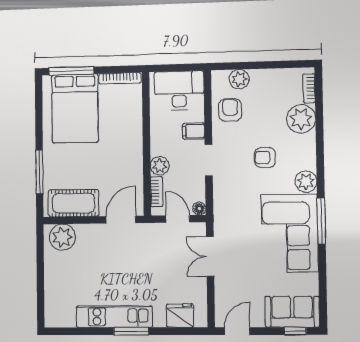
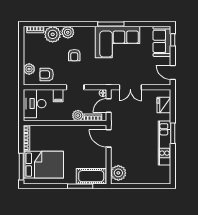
plant: (306, 182) -> (68, 32), moved
cot: (74, 203) -> (91, 176), moved, turned 90

